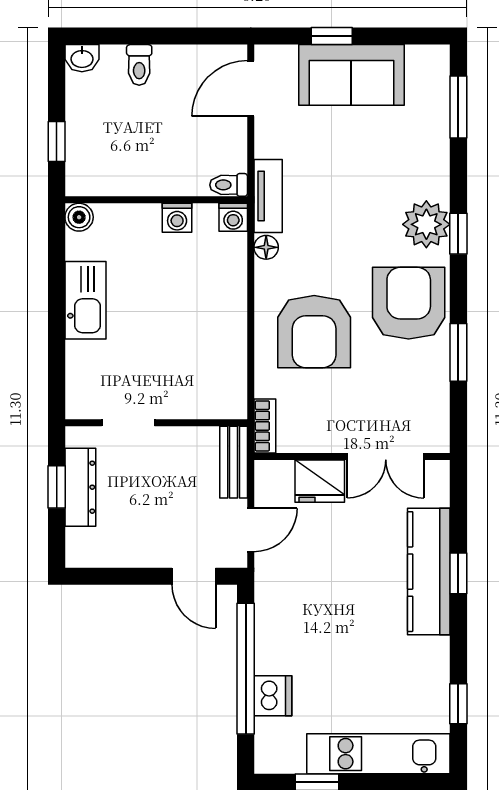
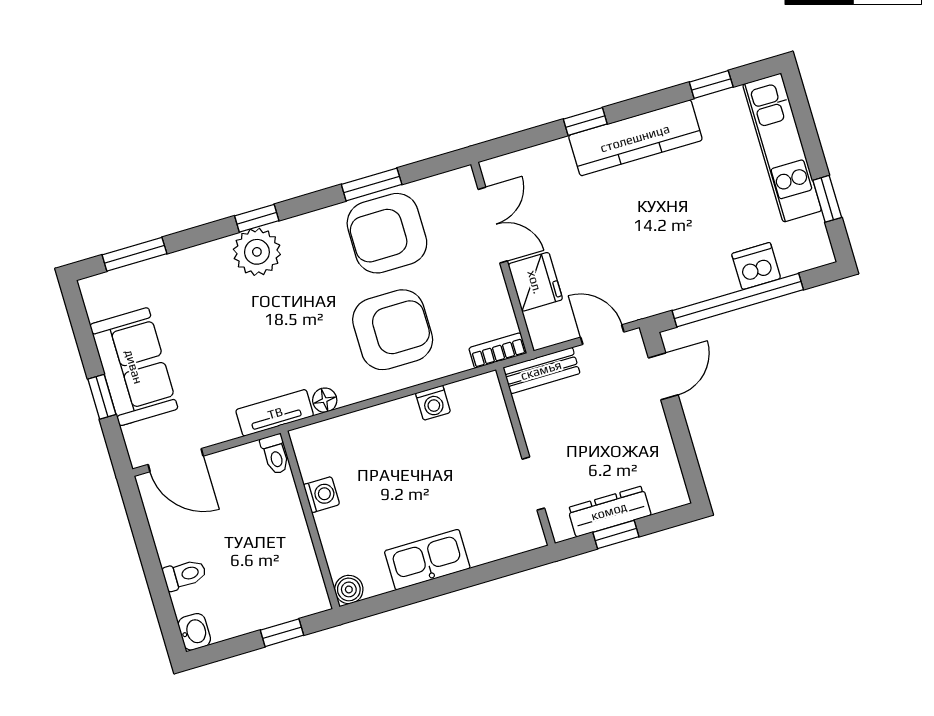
washing machine: (233, 217) -> (433, 403), moved, turned 90
armchair: (409, 303) -> (387, 233), moved
kitchen counter: (429, 572) -> (635, 138), moved

